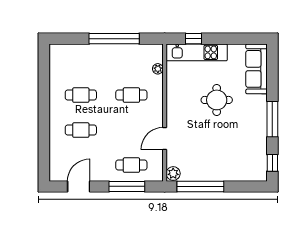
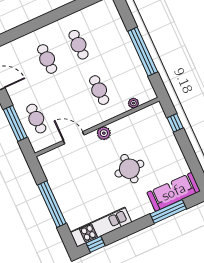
kitchen unit: (197, 52) -> (101, 227), moved, turned 90
window: (272, 119) -> (168, 211), moved
plant: (173, 173) -> (104, 133), moved
window: (200, 186) -> (52, 204), moved

